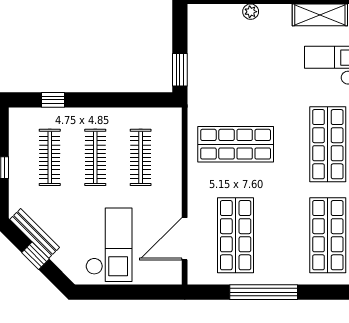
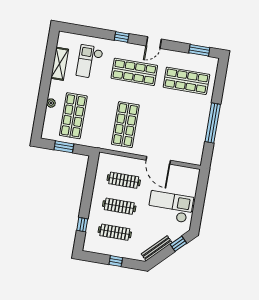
window: (180, 70) -> (64, 147), moved
shop shelf: (236, 235) -> (73, 116), moved, turned 90
door: (185, 239) -> (158, 160), moved
window: (35, 256) -> (178, 244), moved

